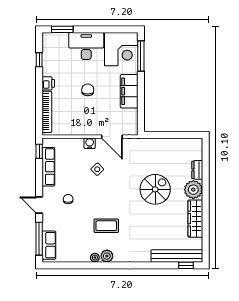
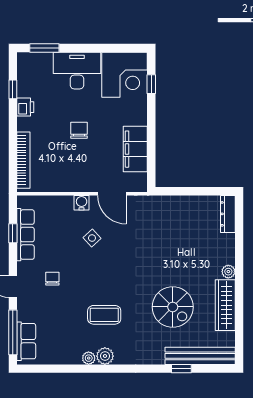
window: (141, 56) -> (151, 84), width x0.46
printer: (48, 83) -> (25, 107), moved
filing cabinet: (129, 91) -> (135, 149), moved
window: (39, 151) -> (13, 233), moved
dresser: (197, 170) -> (228, 214), moved, width x1.44
spiral stairs: (155, 189) -> (173, 307), moved, turned 90
plant: (193, 190) -> (228, 272), width x0.53, depth x0.53
window: (186, 265) -> (181, 369), moved

